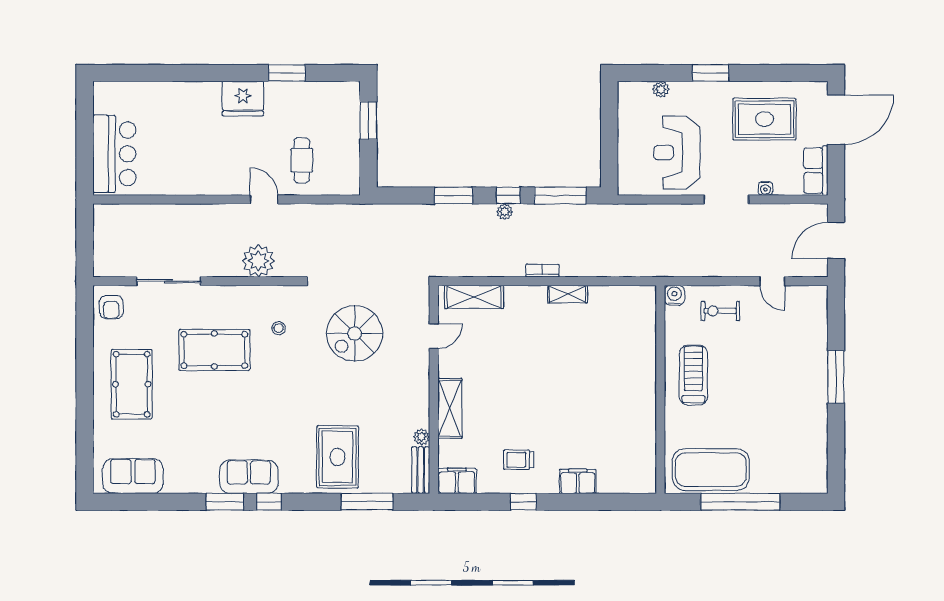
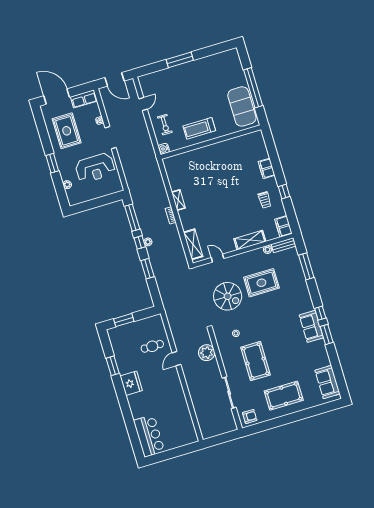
bar counter: (114, 154) -> (149, 436), moved, turned 90
rug: (337, 457) -> (261, 283), moved

